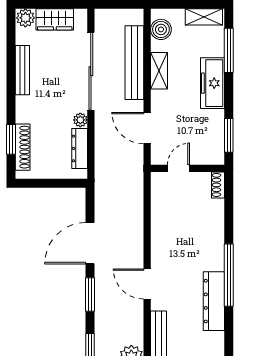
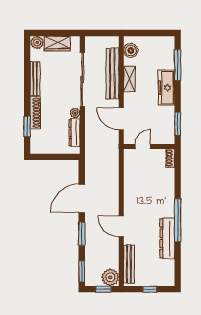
shelving: (204, 17) -> (160, 42), removed
shoe rack: (23, 147) -> (35, 113), moved

